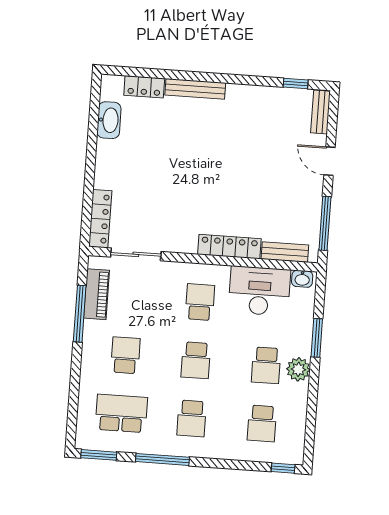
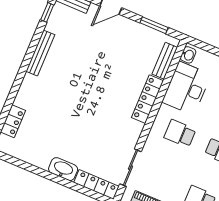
bench: (195, 89) -> (40, 53), moved
washbasin: (109, 120) -> (63, 169), moved
window: (325, 223) -> (154, 25), width x0.69

